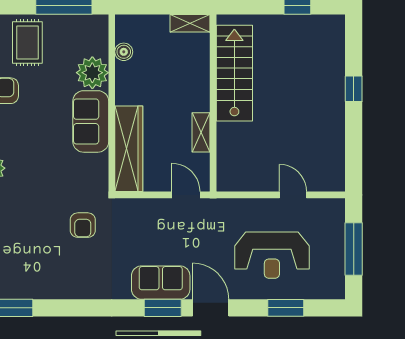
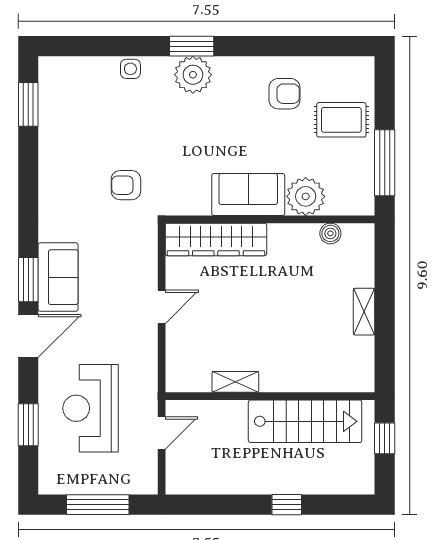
stairs: (234, 73) -> (305, 421), moved
wall: (213, 103) -> (270, 396), moved
shelving: (201, 132) -> (235, 382), moved

